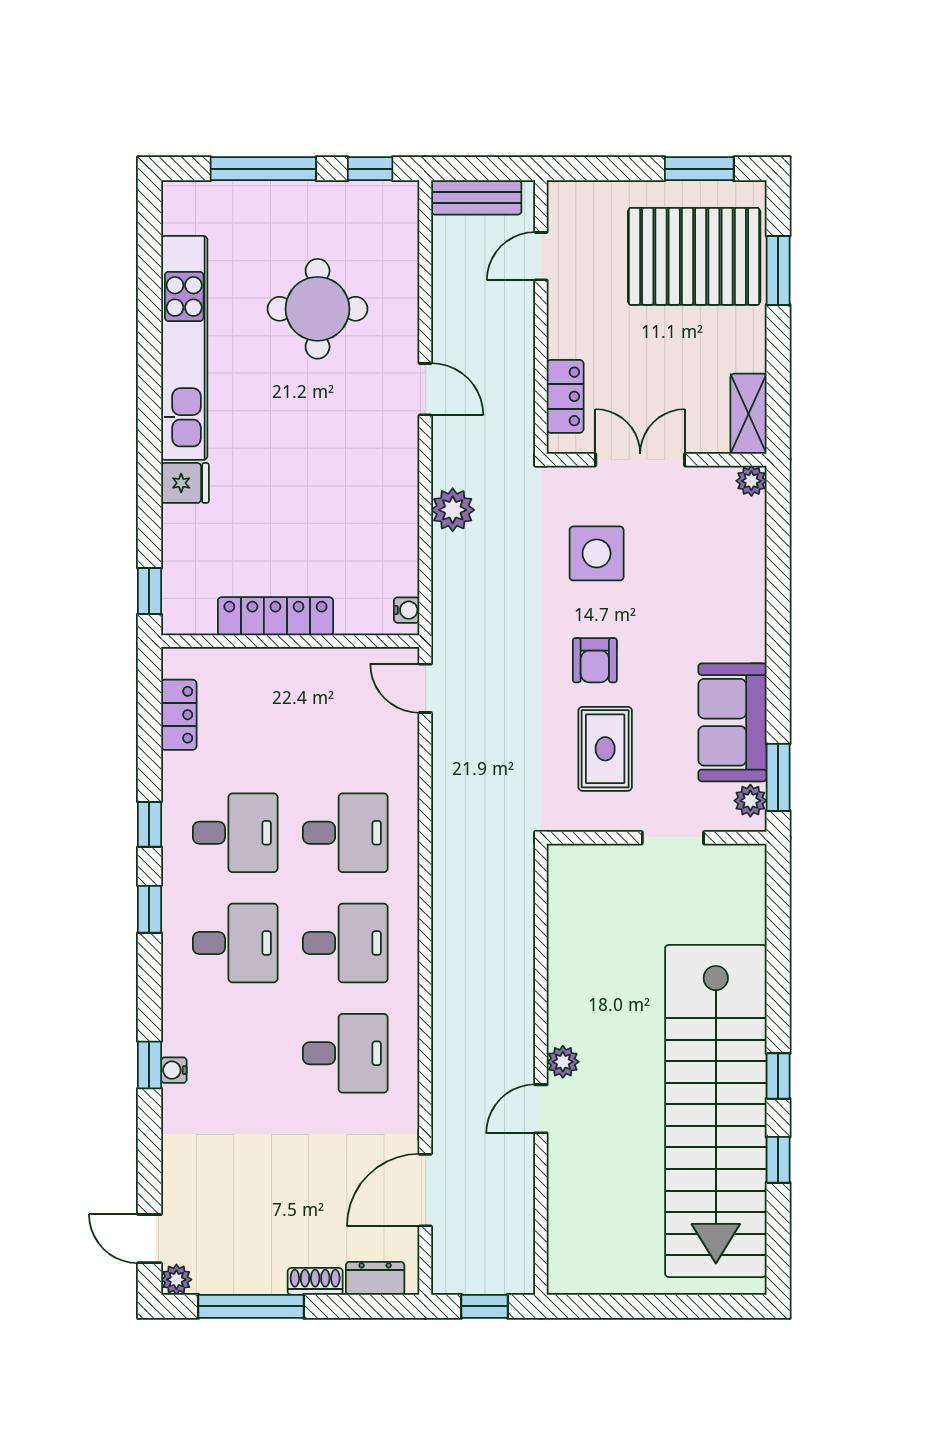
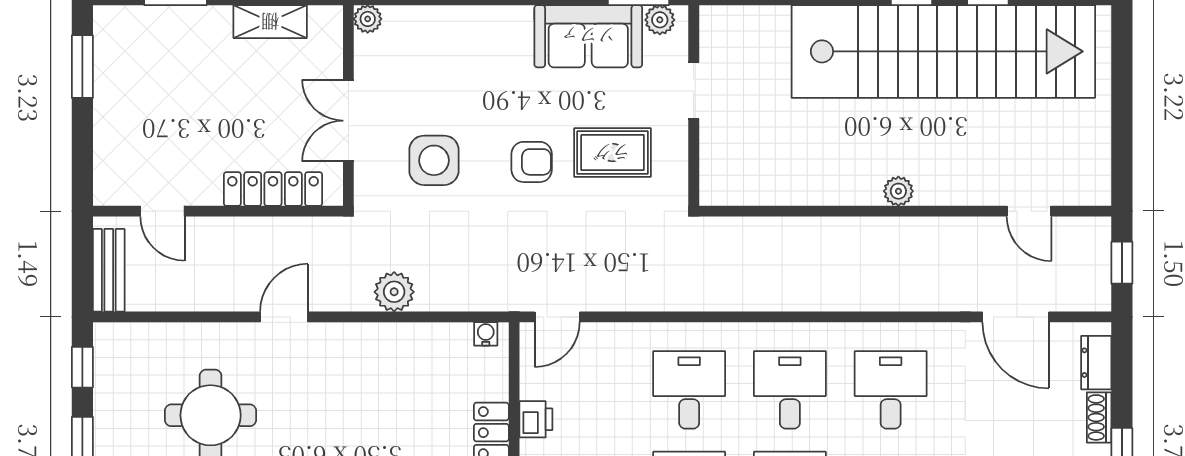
pallet: (694, 256) -> (163, 71), removed
locker: (565, 396) -> (273, 189), width x1.53
shelving: (748, 414) -> (270, 22), moved
printer: (313, 665) -> (536, 419), added
door: (541, 1109) -> (1029, 211), moved

